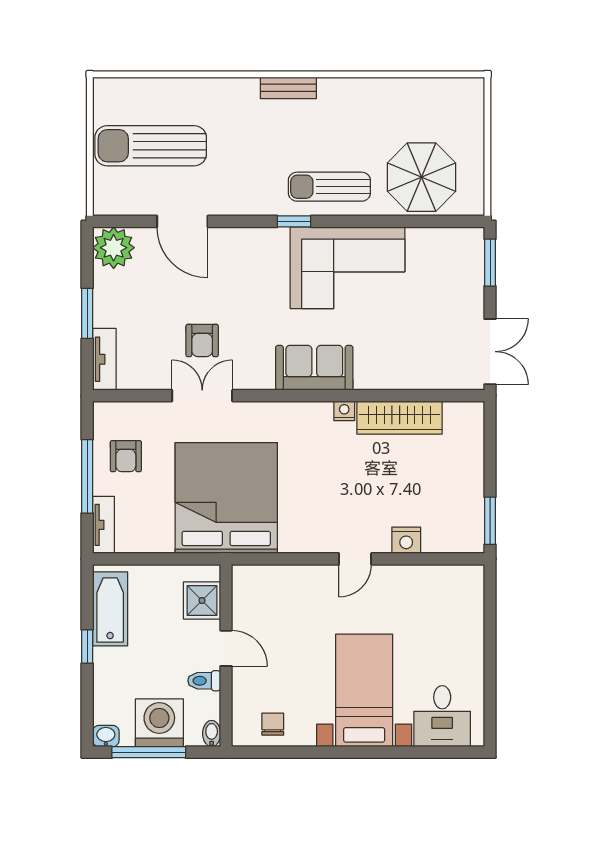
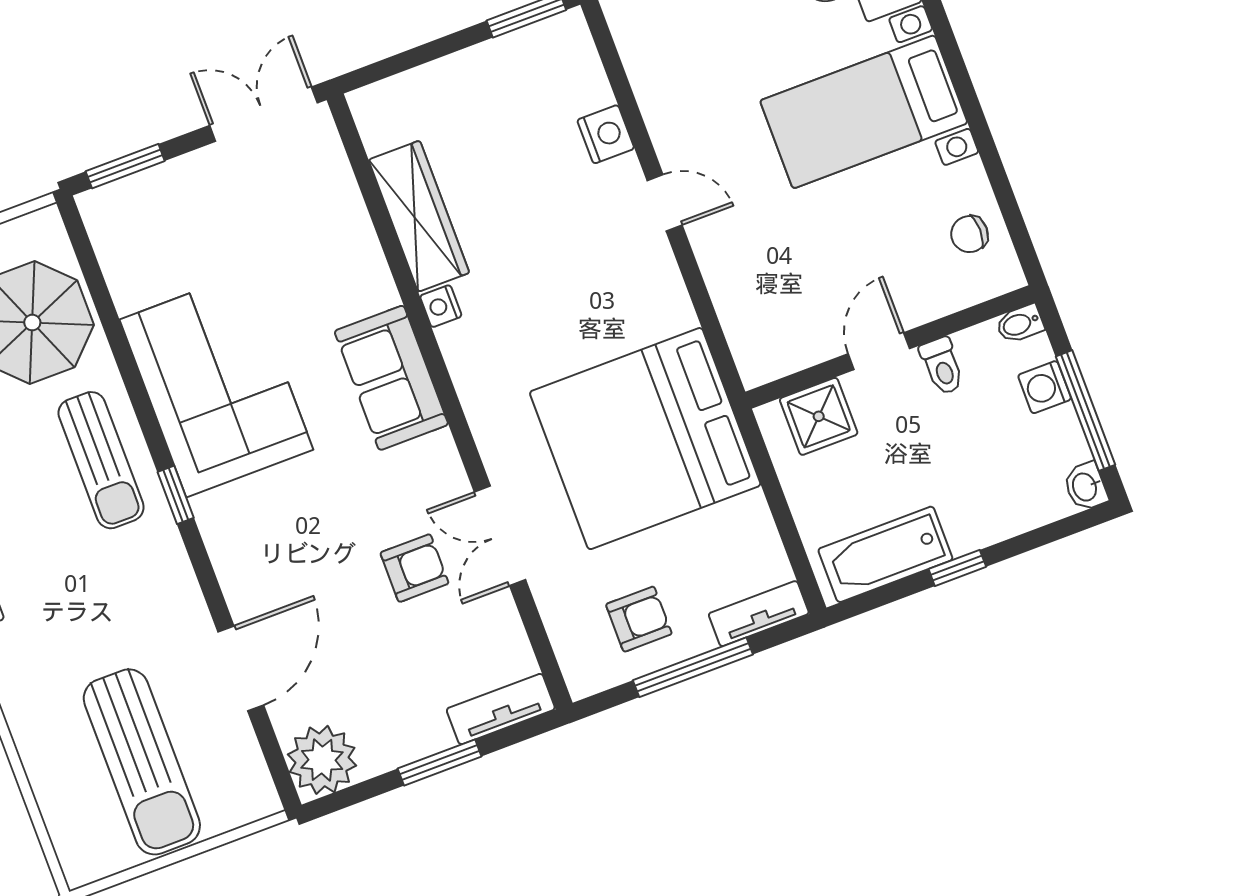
washing machine: (159, 723) -> (1045, 387), width x0.53, depth x0.53

